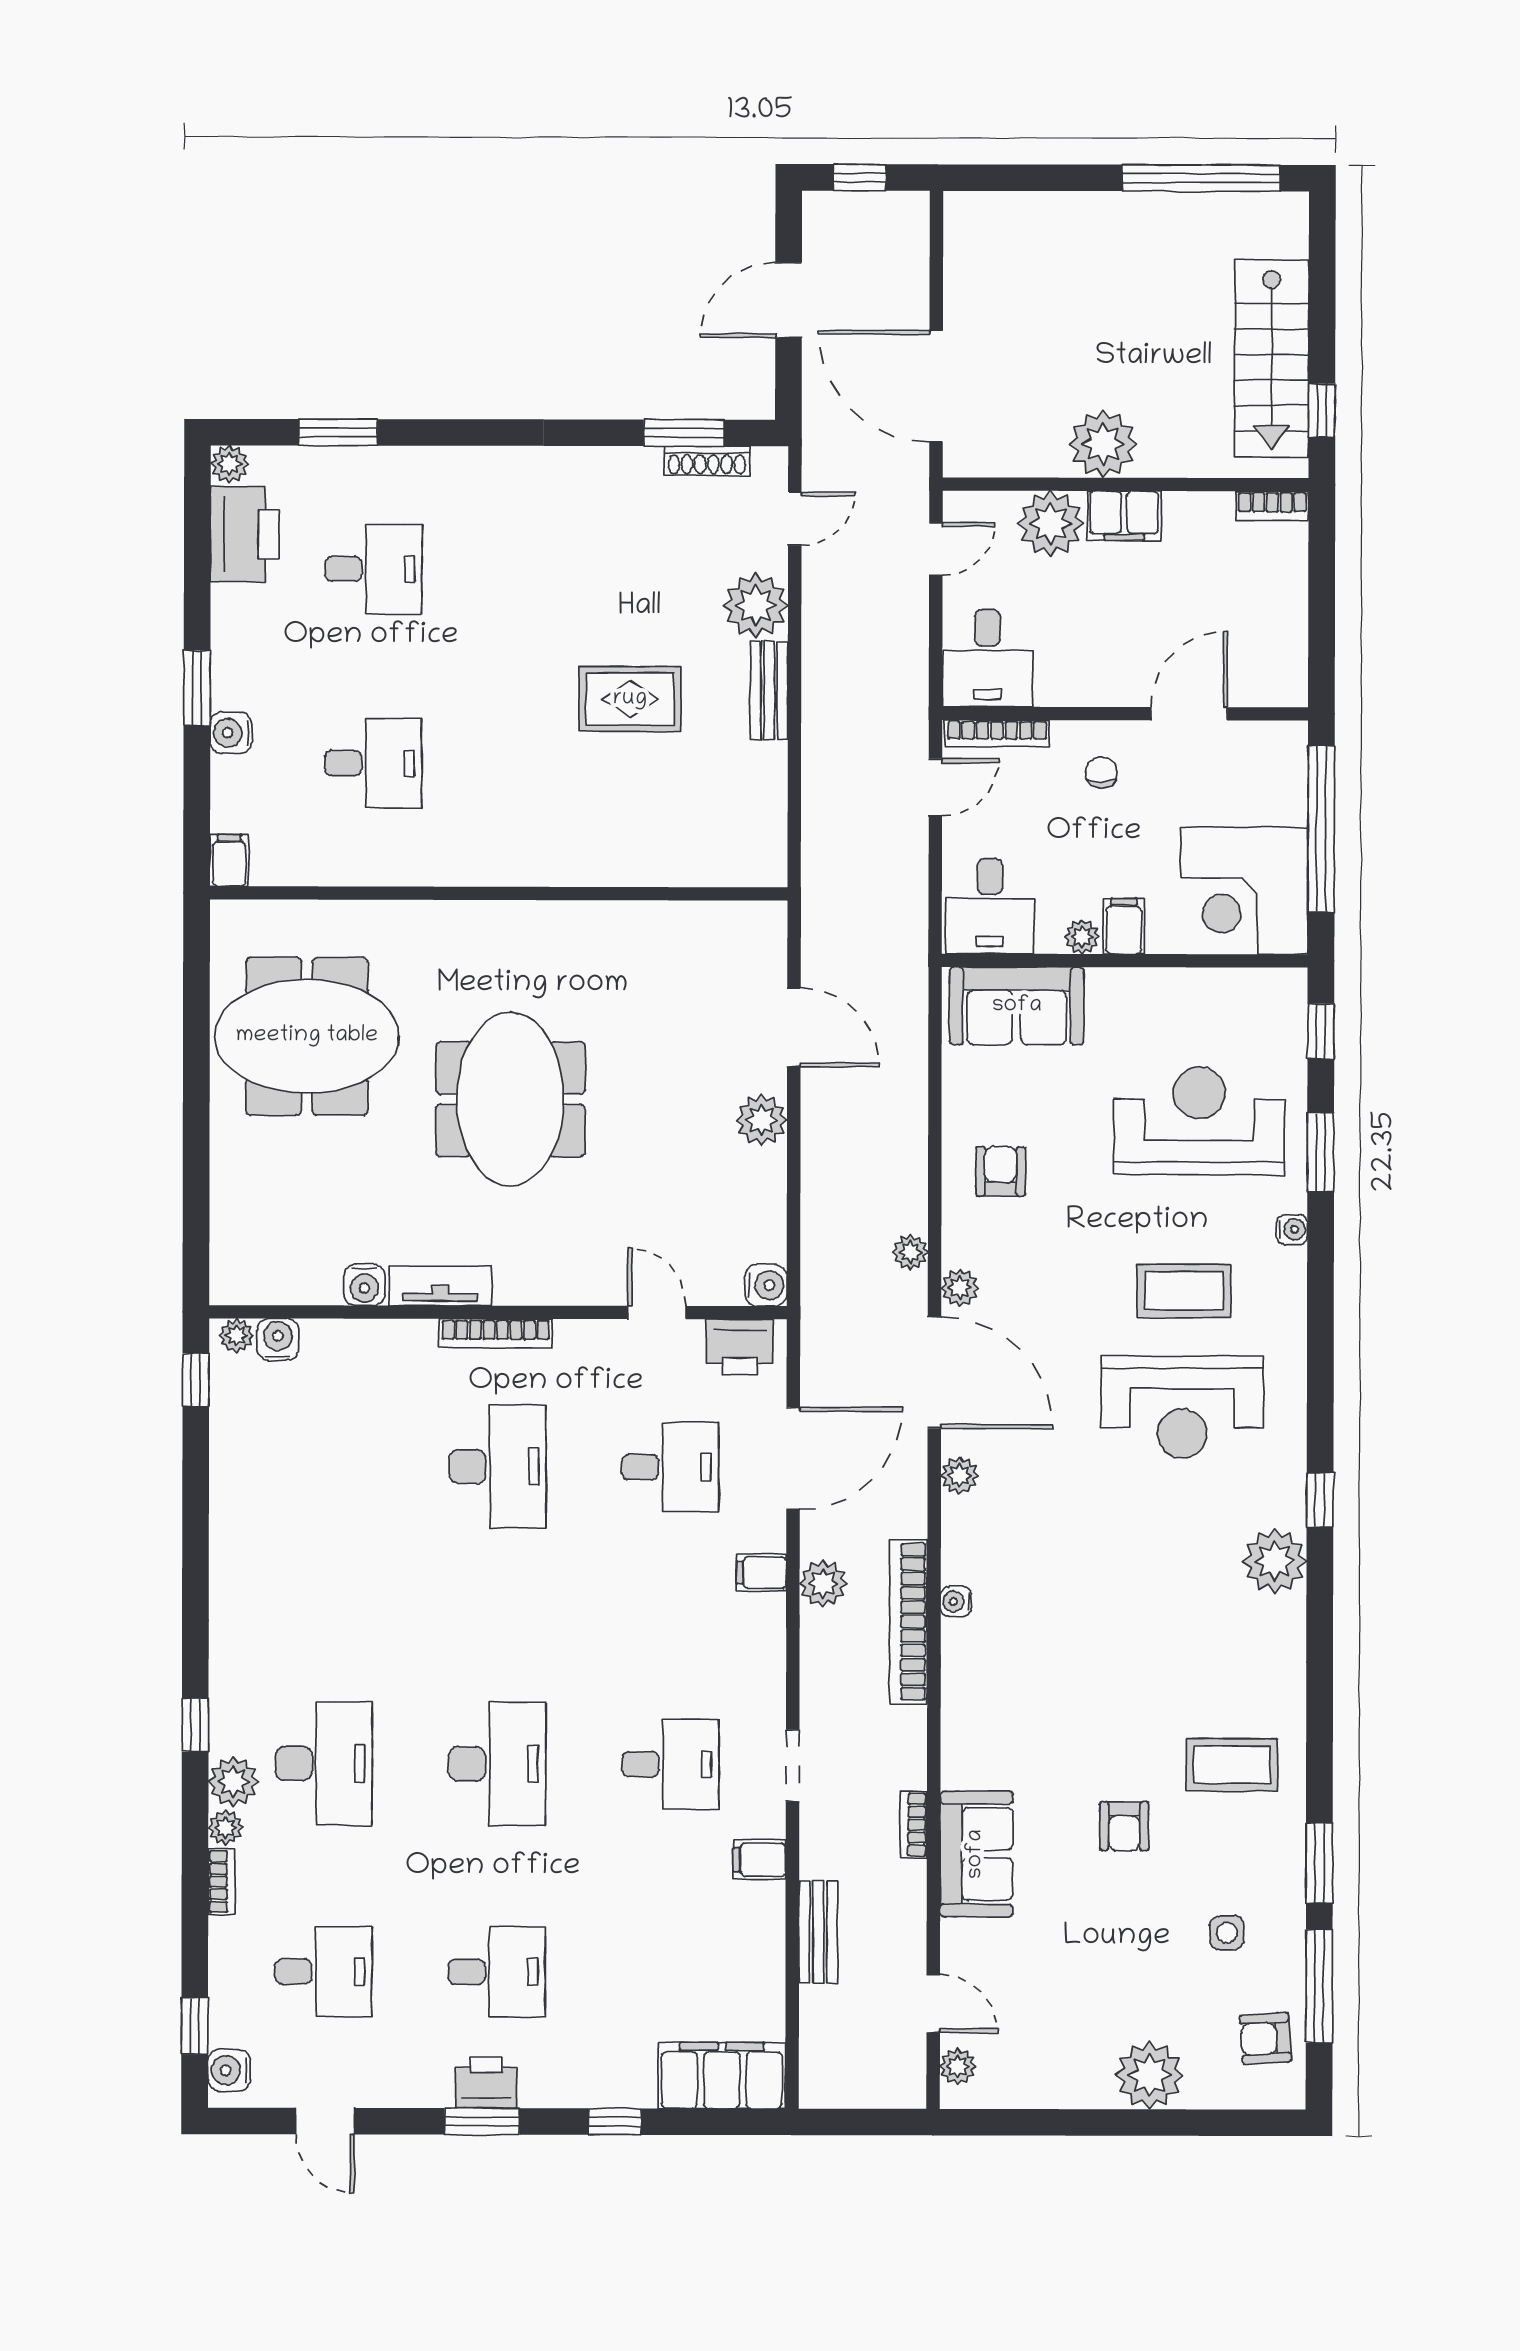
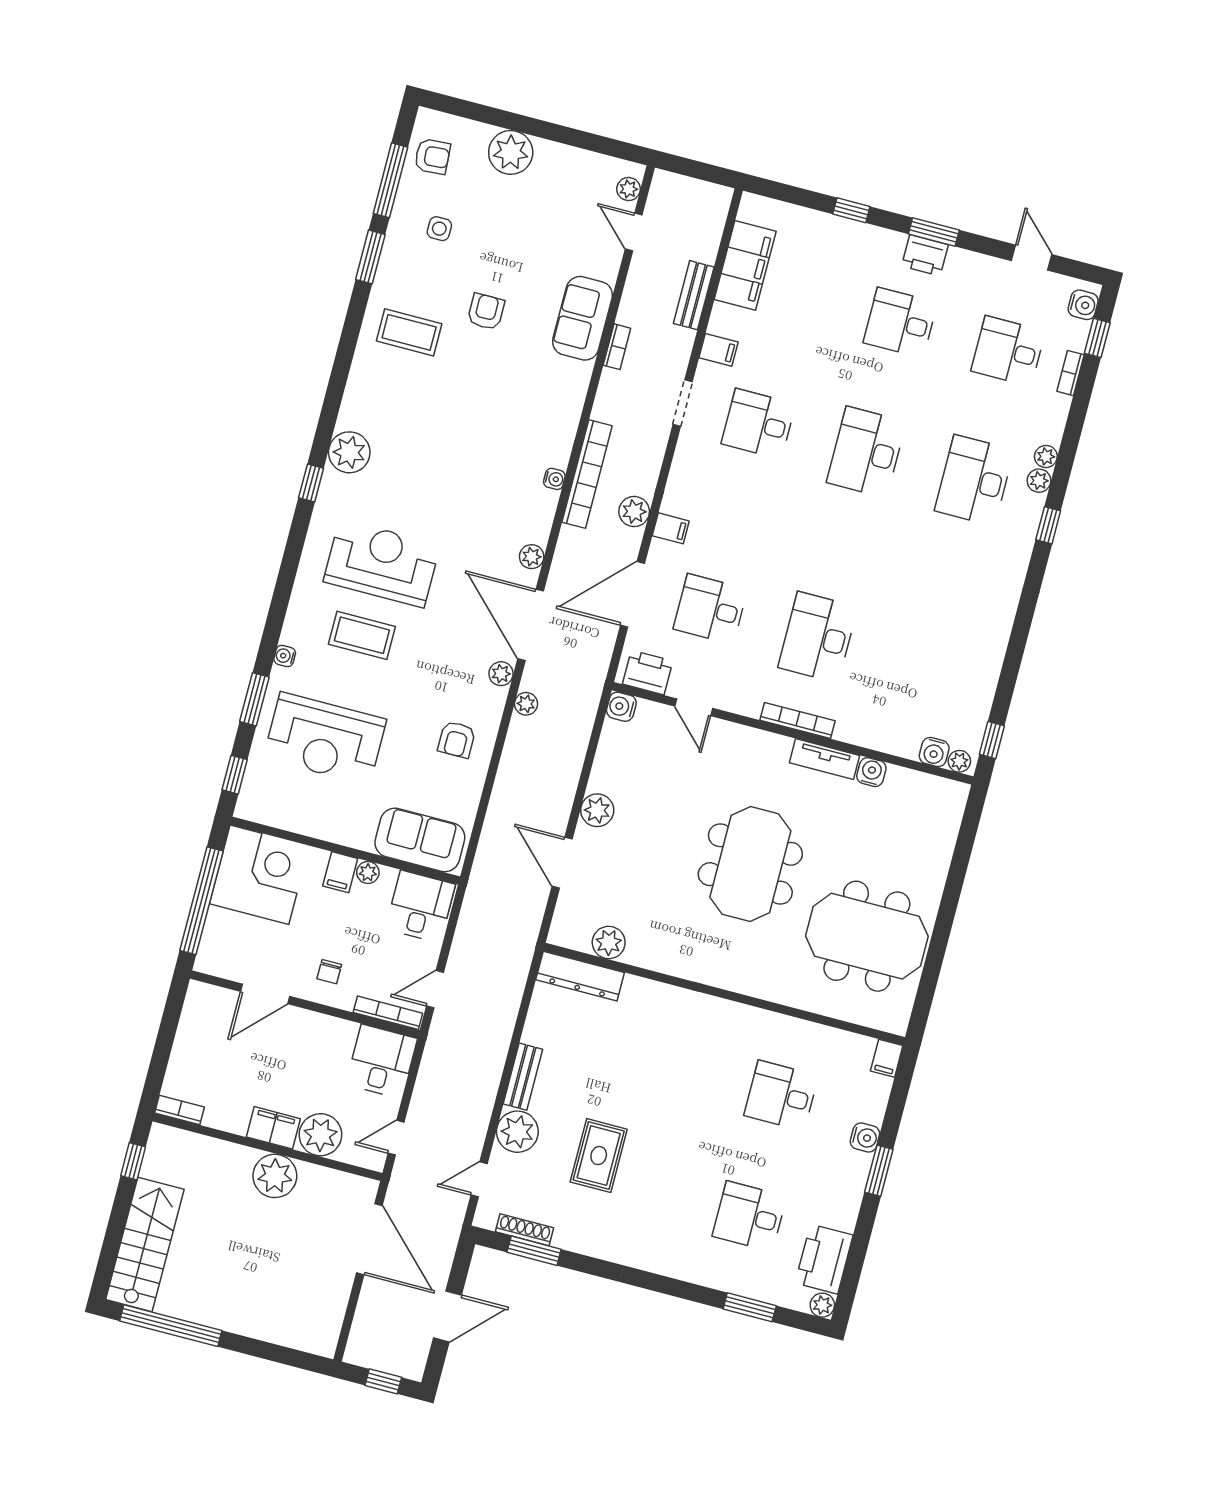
stairs: (1272, 358) -> (145, 1244), moved
rug: (630, 699) -> (599, 1156), moved, turned 90
dresser: (722, 864) -> (580, 976), added
plant: (693, 926) -> (609, 942), added
plant: (233, 1782) -> (1039, 481), width x0.73, depth x0.73
bookcase: (221, 1882) -> (1071, 373), moved
filing cabinet: (722, 2076) -> (745, 265), moved, turned -90

